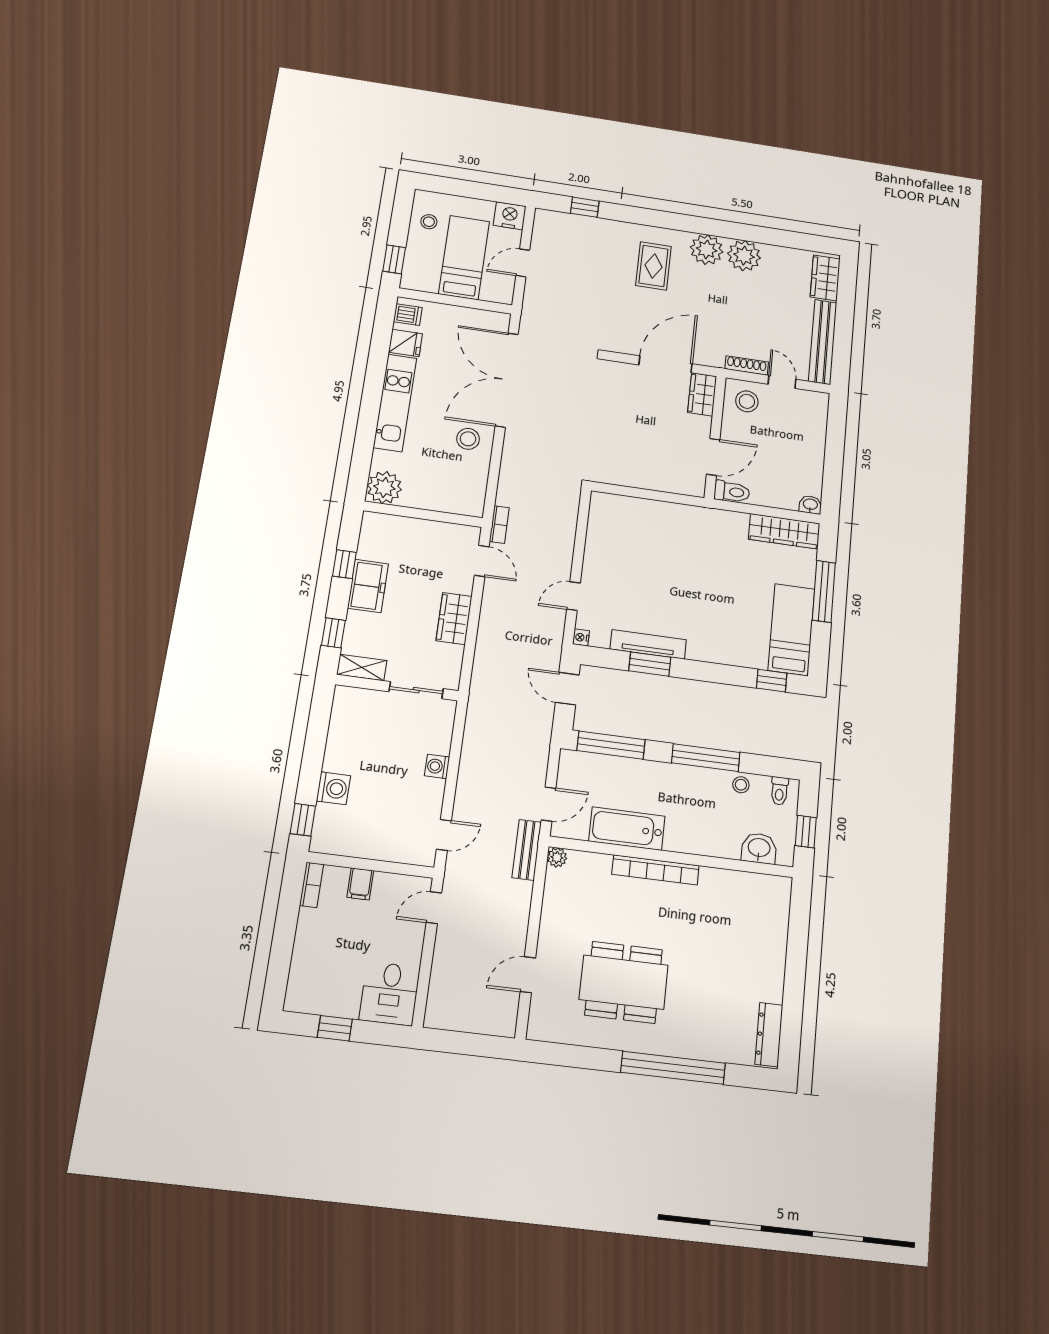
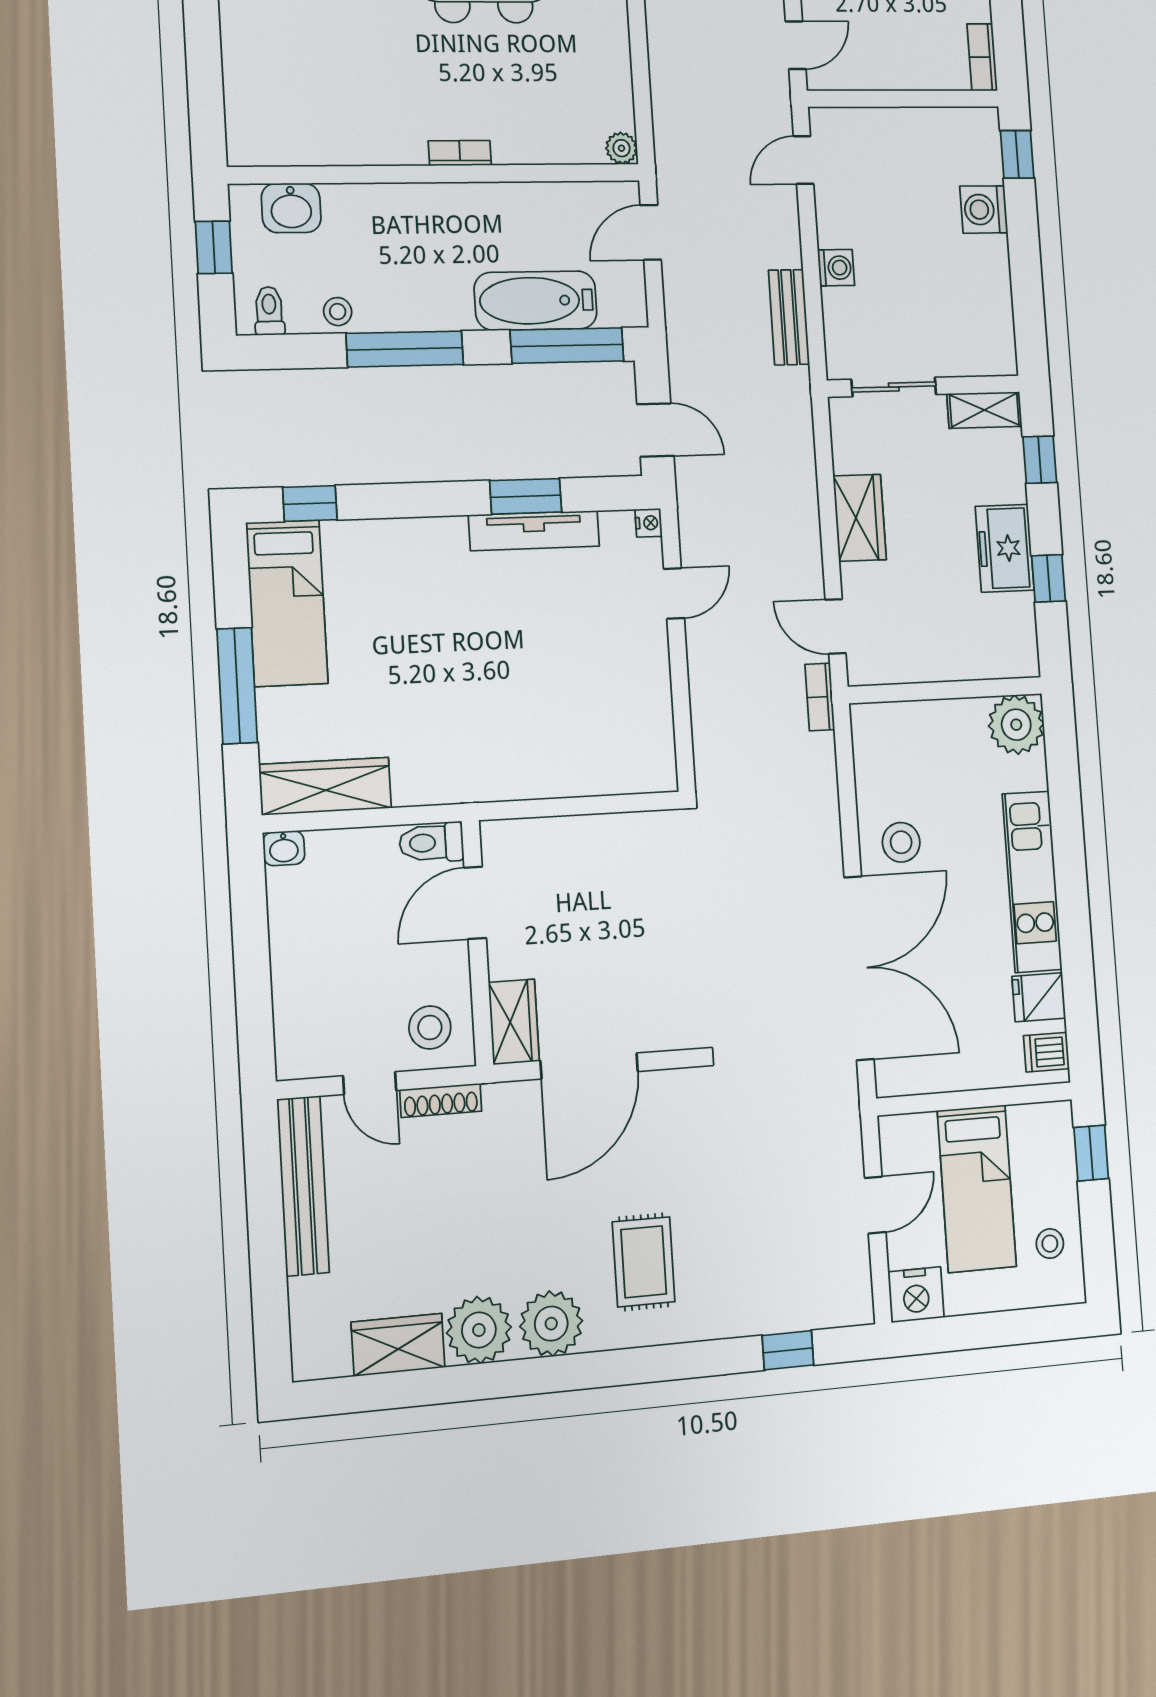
wardrobe: (825, 278) -> (398, 1345), moved, turned -90
bathtub: (627, 829) -> (536, 301), moved, turned 180
bench: (527, 850) -> (789, 317), moved
bookcase: (655, 870) -> (460, 153), width x0.43, depth x0.76
filing cabinet: (360, 884) -> (912, 68), removed

